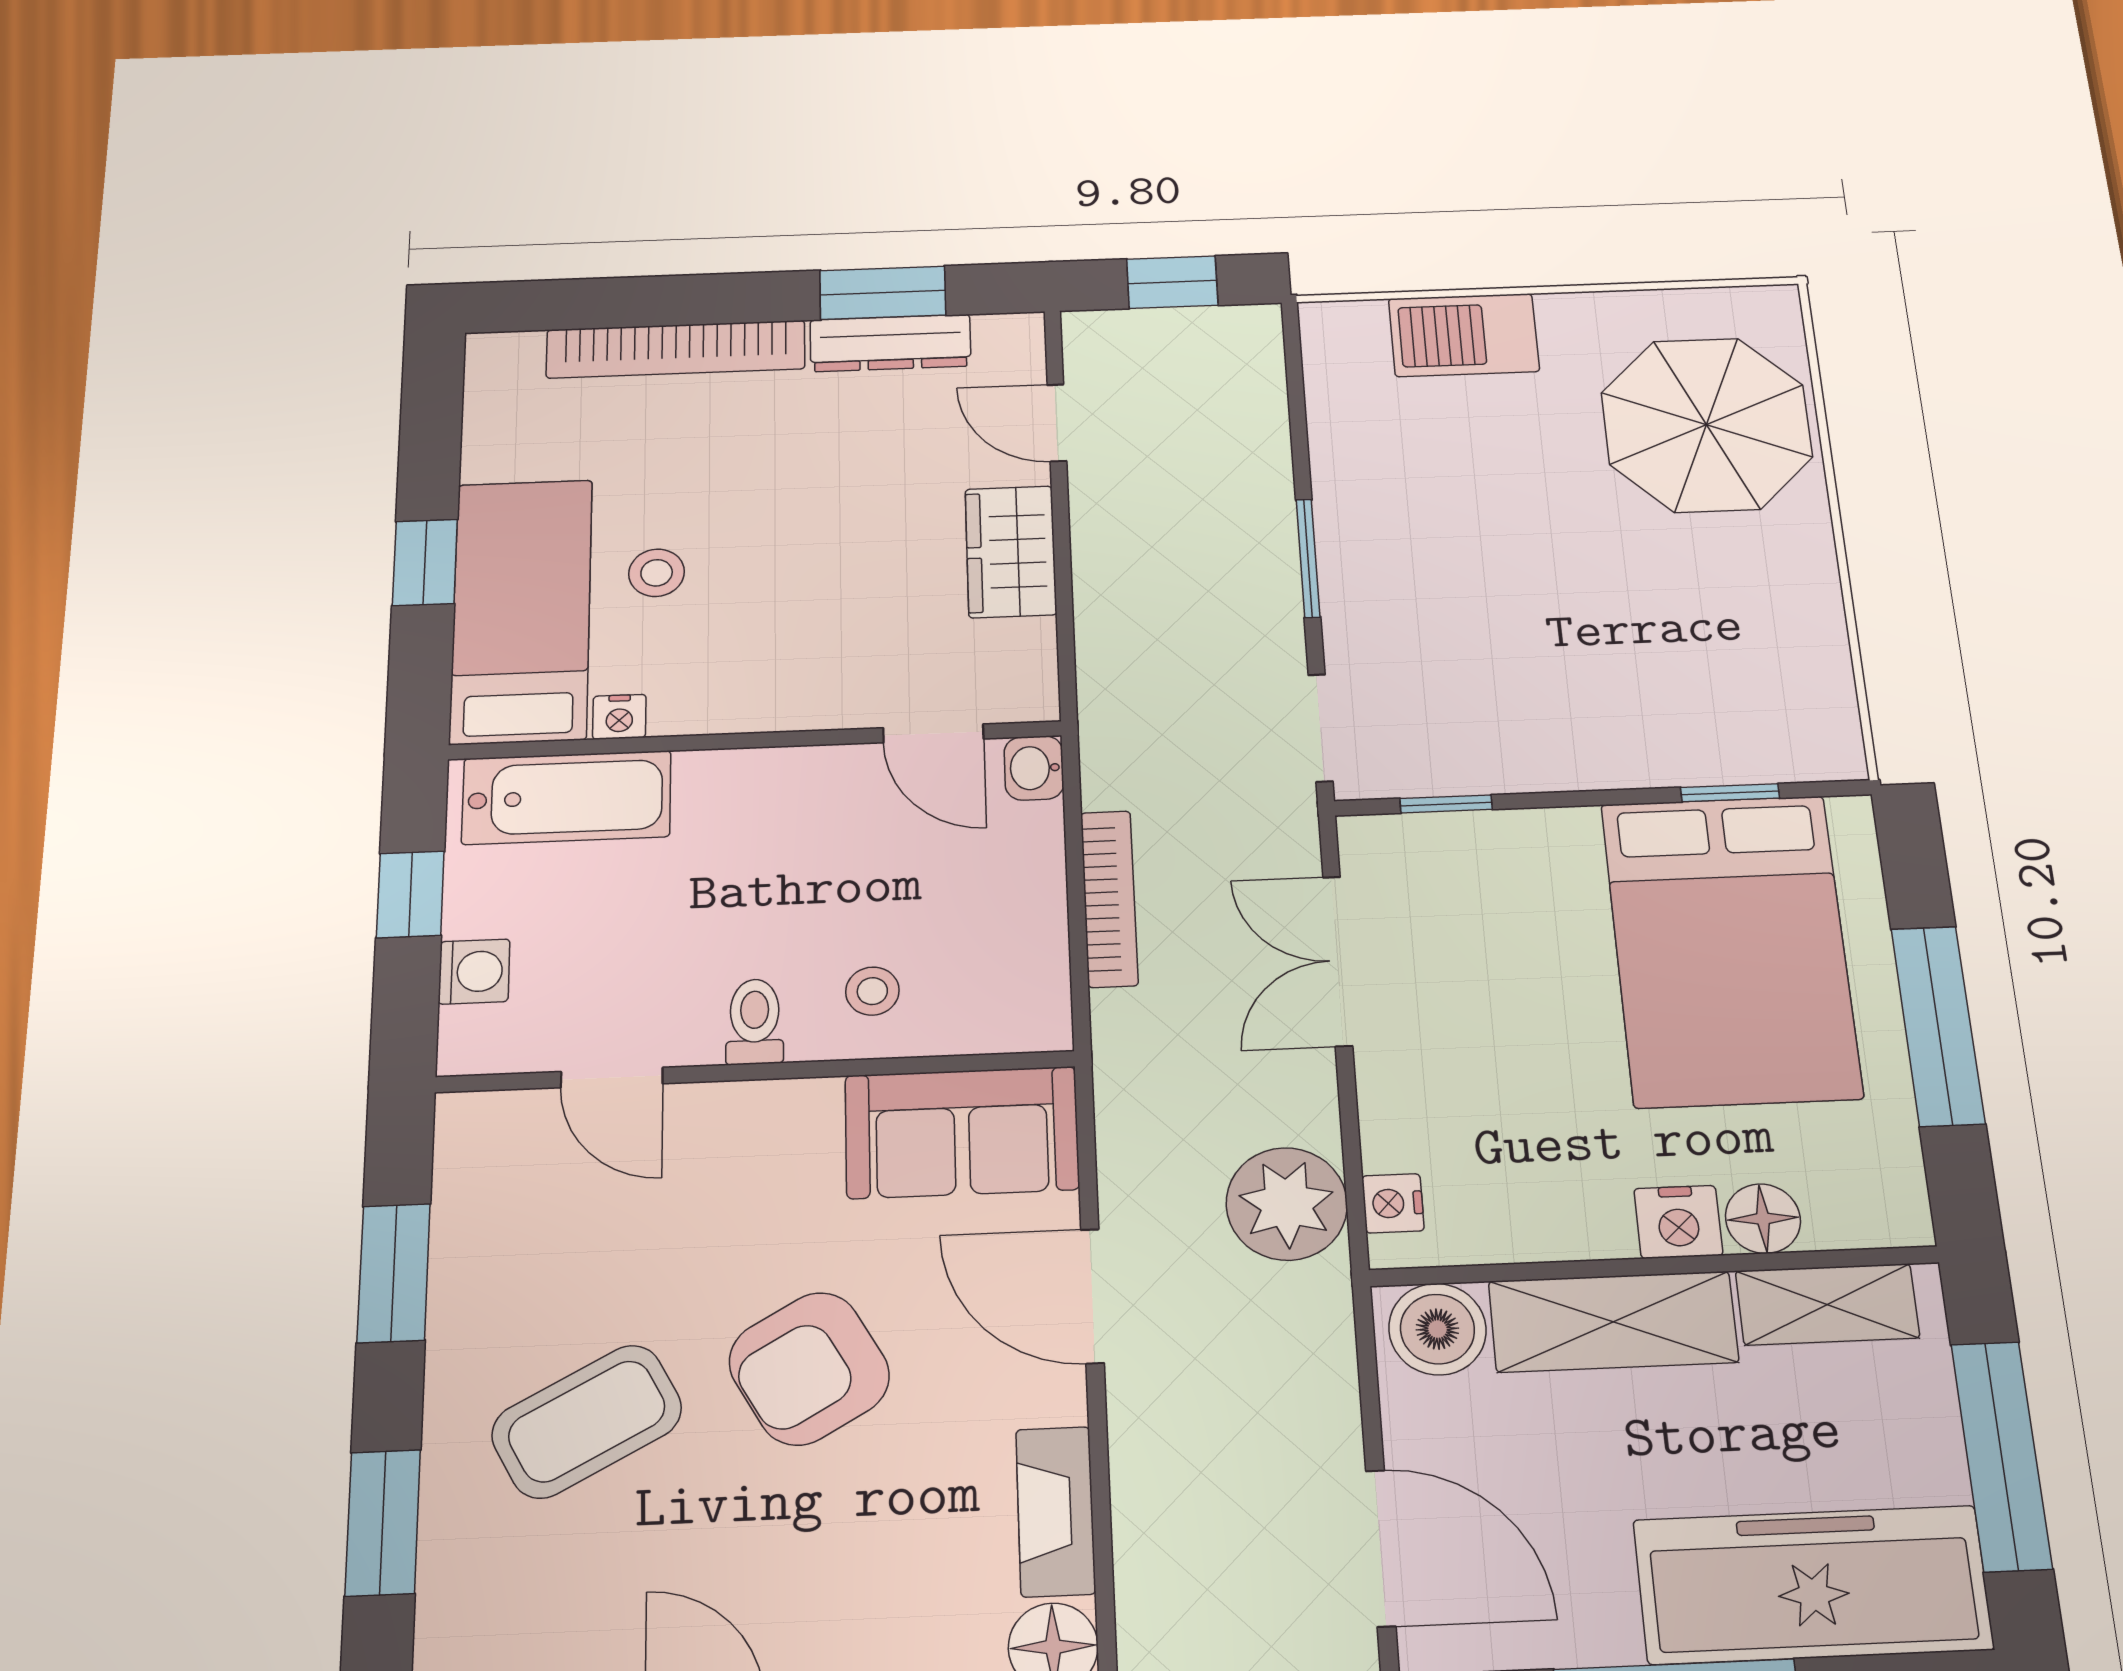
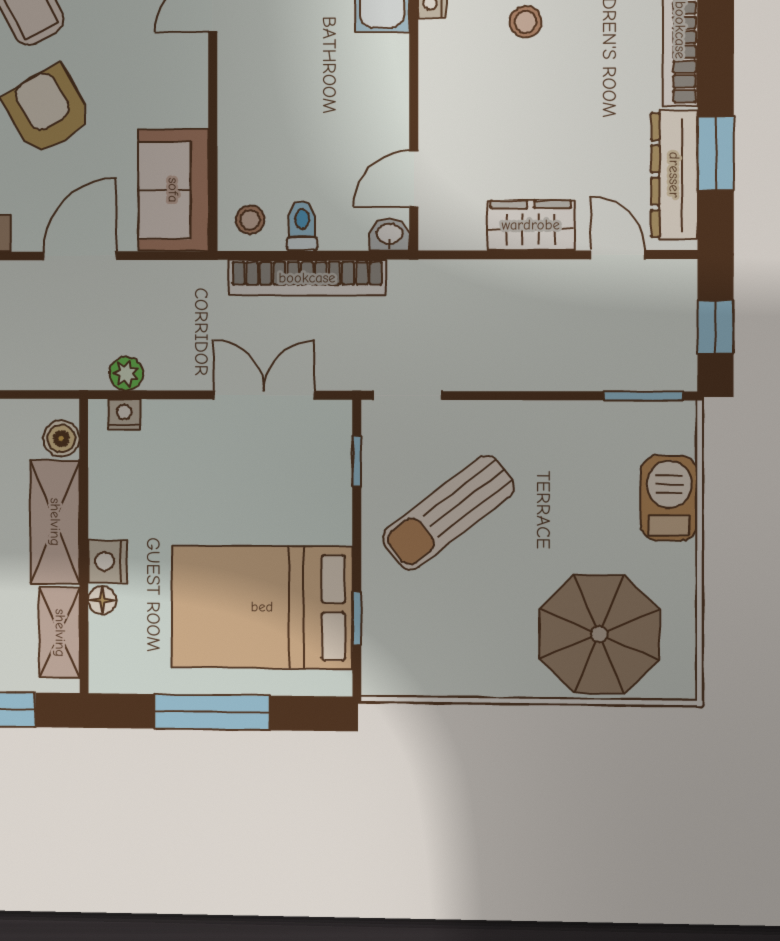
dresser: (890, 343) -> (674, 175), width x1.37, depth x1.24
door: (1057, 423) -> (618, 255), hinge flipped
window: (1308, 558) -> (643, 396), moved
sun lounger: (1523, 657) -> (448, 513), added
bookcase: (1109, 898) -> (307, 278), width x1.48, depth x1.31
stool: (872, 991) -> (250, 220), moved
toilet: (755, 1022) -> (302, 226), moved, turned -90
plant: (1287, 1204) -> (126, 374), width x0.53, depth x0.53
floor lamp: (1763, 1219) -> (102, 600), width x0.73, depth x0.73
boiler: (1437, 1329) -> (61, 438), width x0.73, depth x0.73

